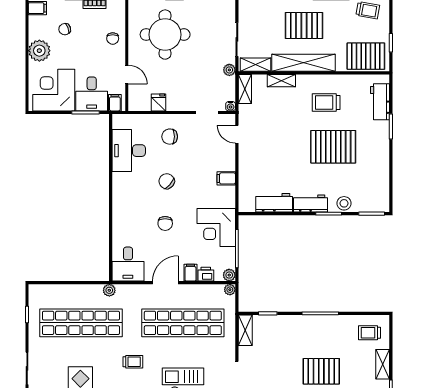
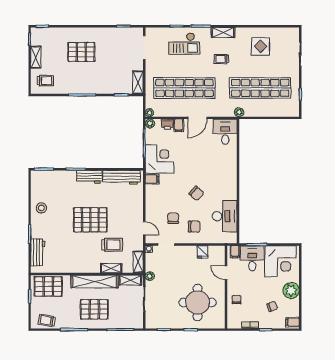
trolley: (326, 103) -> (112, 245), moved
pallet: (333, 147) -> (90, 220), moved
filing cabinet: (226, 178) -> (152, 179), moved
workbench: (274, 203) -> (121, 177), width x1.38
stool: (344, 203) -> (41, 208), moved
chair: (165, 223) -> (173, 218), moved

